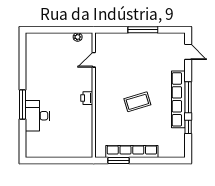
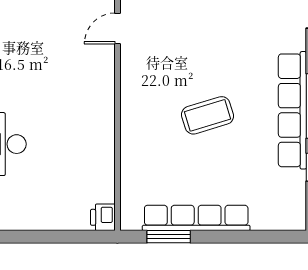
printer: (87, 98) -> (103, 217), moved

